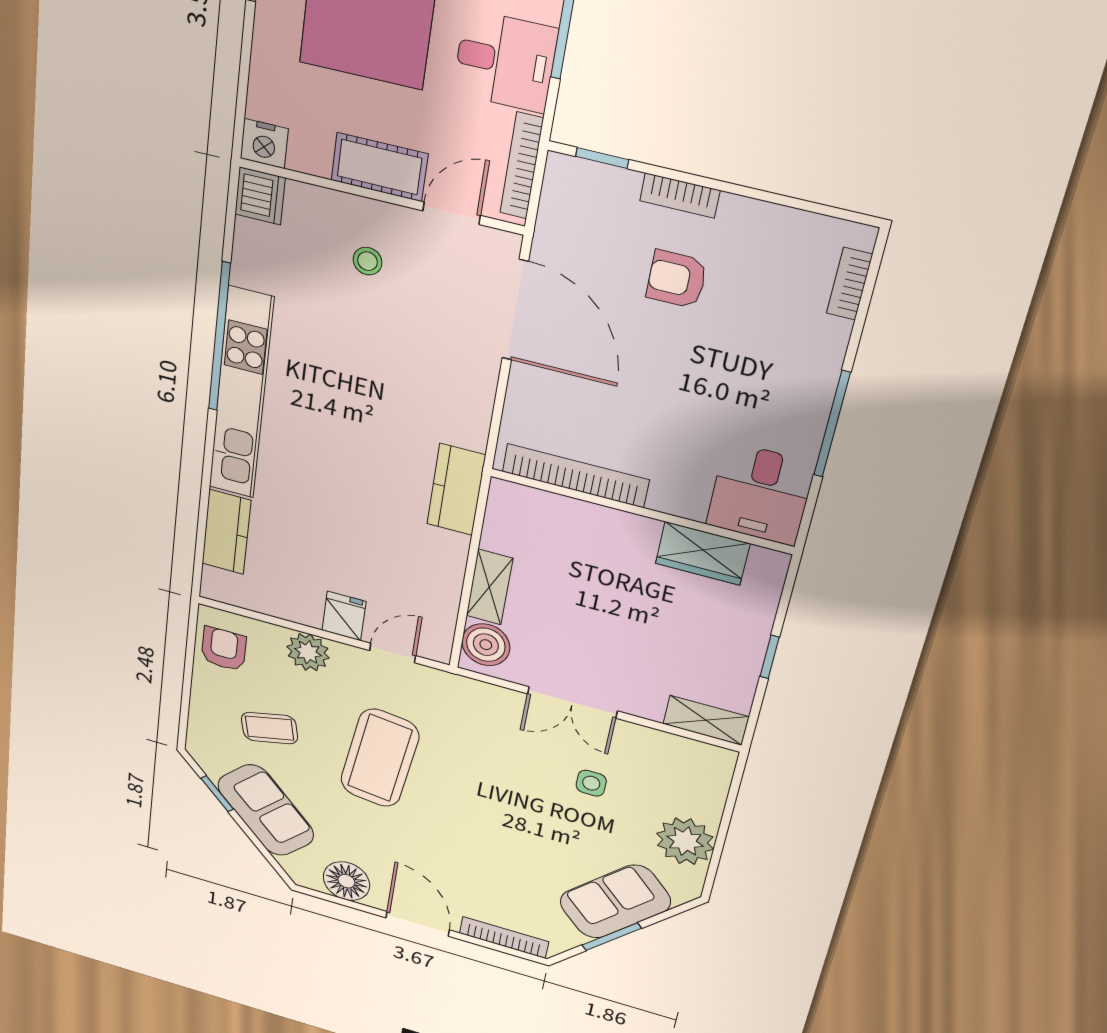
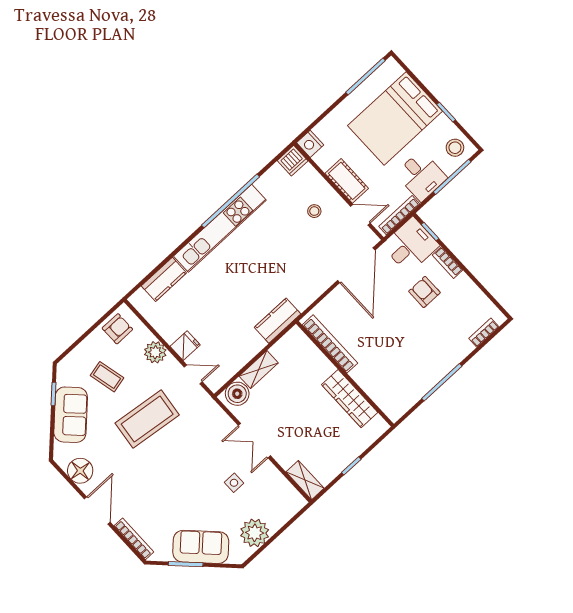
desk: (760, 494) -> (411, 245), moved, turned 180
wardrobe: (703, 553) -> (350, 399), width x1.50

